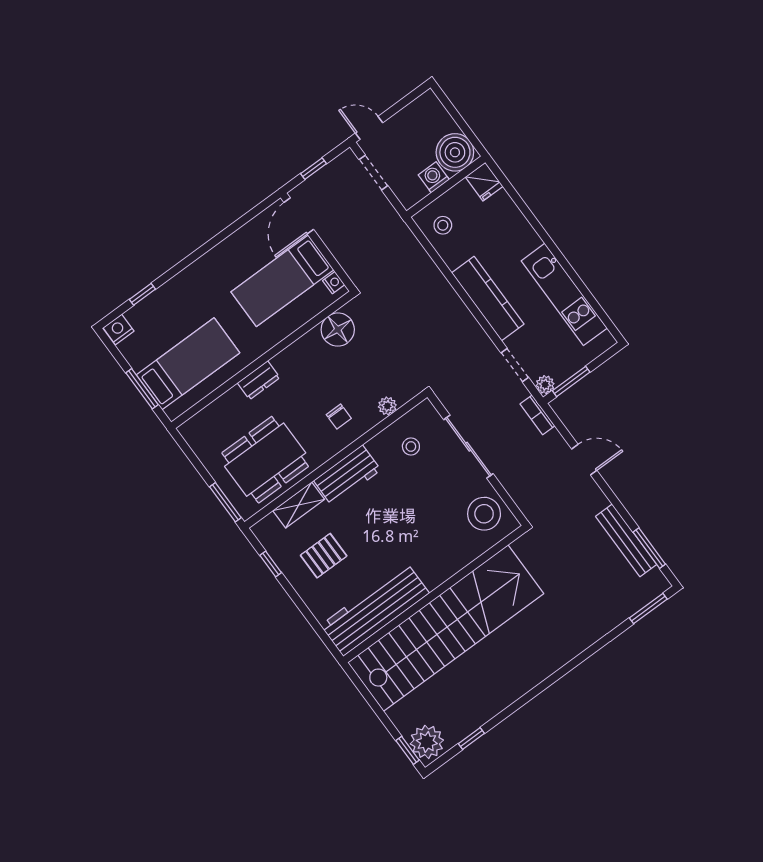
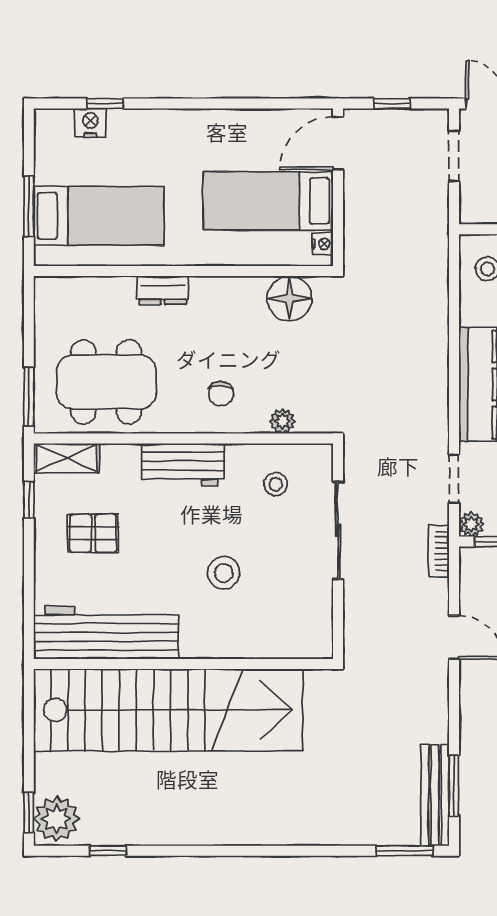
nightstand: (119, 329) -> (90, 123), moved
shelving: (299, 505) -> (67, 458), moved
stool: (484, 514) -> (224, 573), moved, width x0.73, depth x0.73
bench: (626, 540) -> (435, 795), moved

